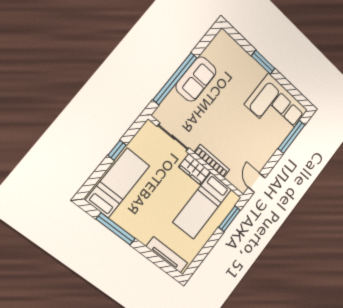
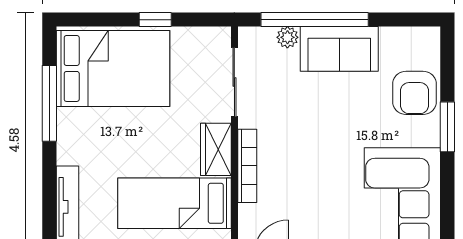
armchair: (239, 63) -> (414, 93), added
plant: (173, 97) -> (287, 37), added
bed: (118, 183) -> (113, 68), width x1.50

